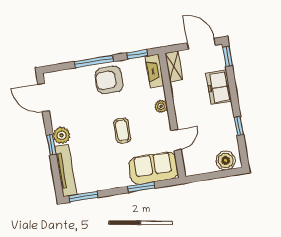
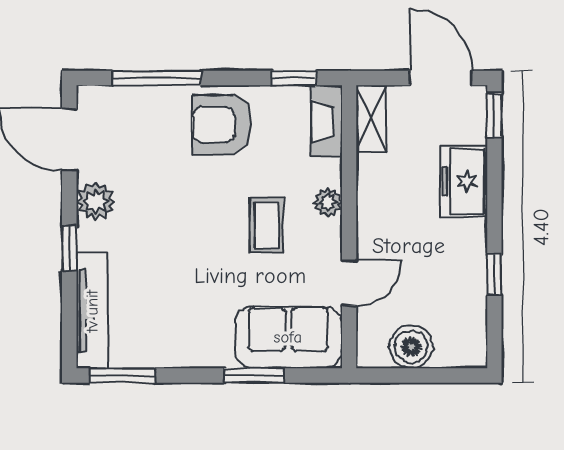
window: (94, 61) -> (157, 78), moved
coffee table: (122, 131) -> (266, 225), moved
plant: (62, 135) -> (96, 202), moved
boiler: (226, 160) -> (411, 347), moved

